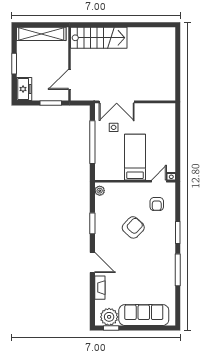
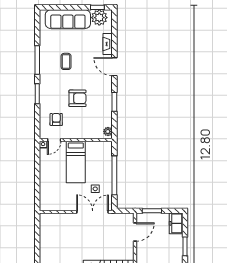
armchair: (133, 227) -> (77, 98), turned -133
coffee table: (146, 268) -> (66, 61), added

